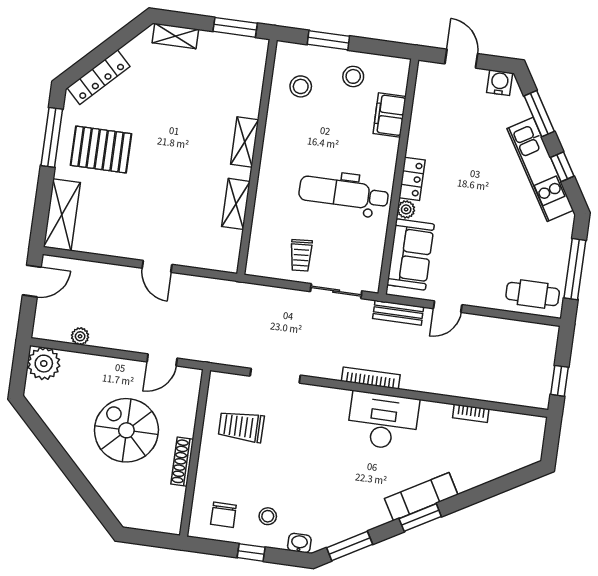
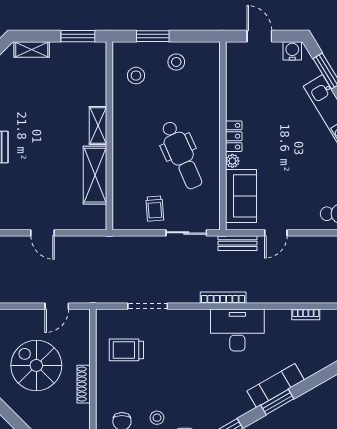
filing cabinet: (390, 115) -> (209, 88), removed
dental chair: (344, 193) -> (182, 155), turned -114
shelving: (236, 204) -> (95, 175), width x1.50, depth x1.33

